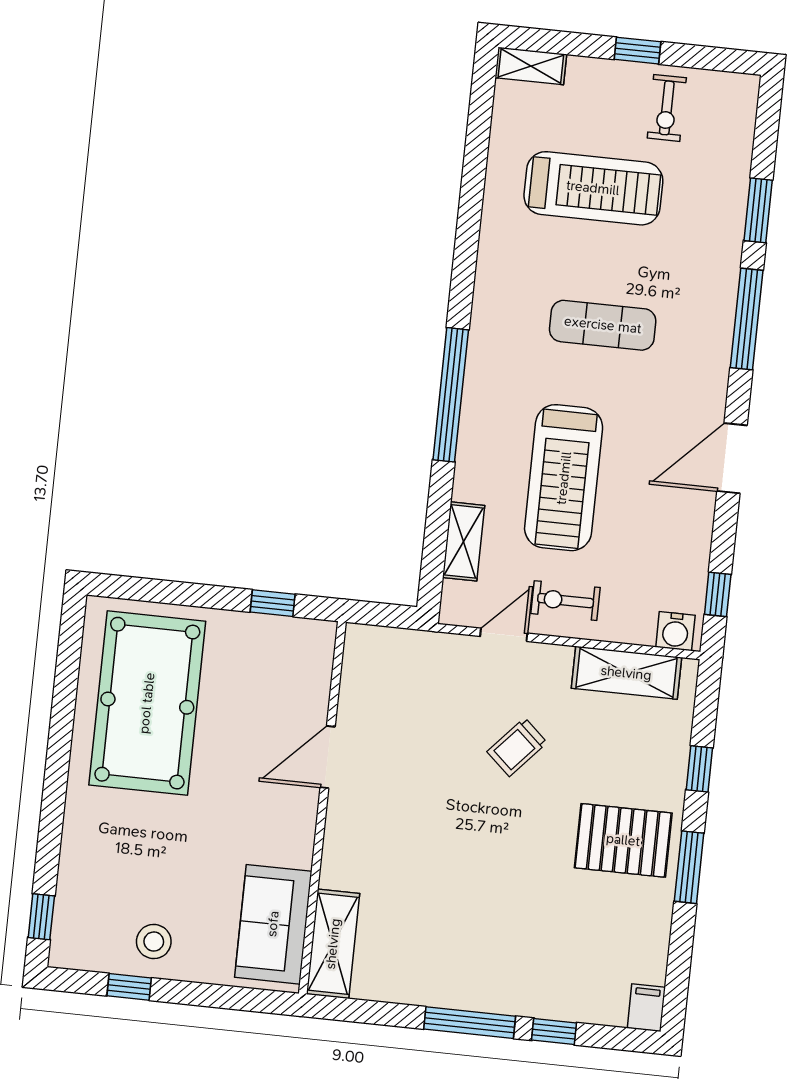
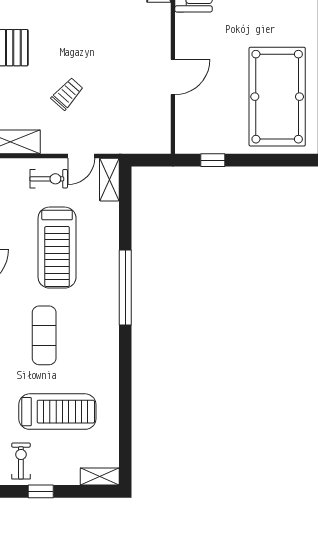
treadmill: (593, 188) -> (57, 412), turned 180
exercise mat: (603, 325) -> (44, 335), turned 90
treadmill: (564, 478) -> (57, 248), turned 180
shelving: (464, 541) -> (109, 180), moved

